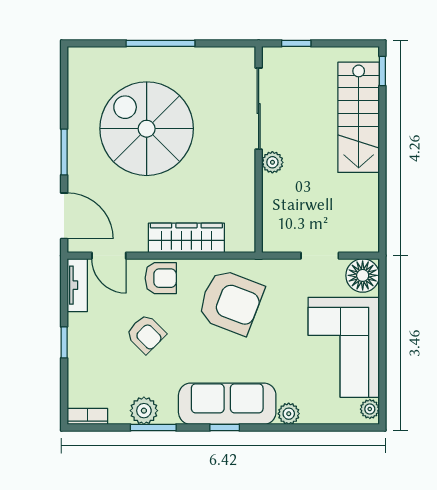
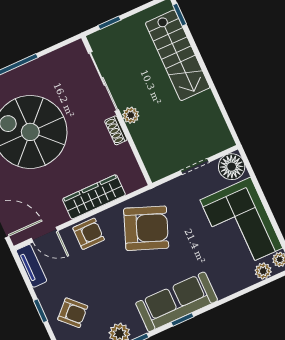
shoe rack: (247, 172) -> (116, 130), added
armchair: (146, 334) -> (73, 313), moved
plant: (289, 414) -> (263, 271), moved

